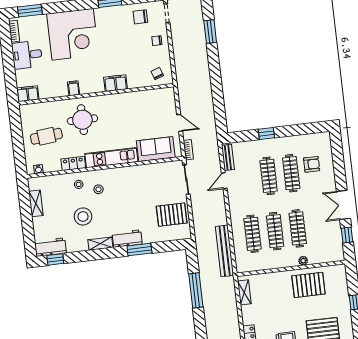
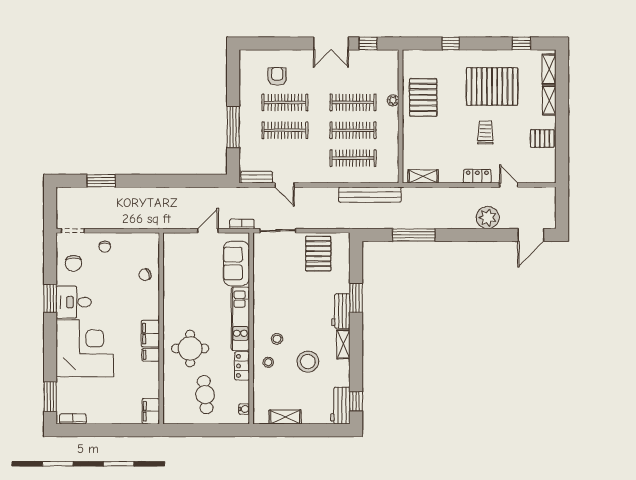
desk: (27, 55) -> (74, 302), moved, turned 90
chair: (157, 74) -> (145, 275), moved
filing cabinet: (116, 83) -> (150, 334), moved
window: (266, 133) -> (233, 127), width x2.17

